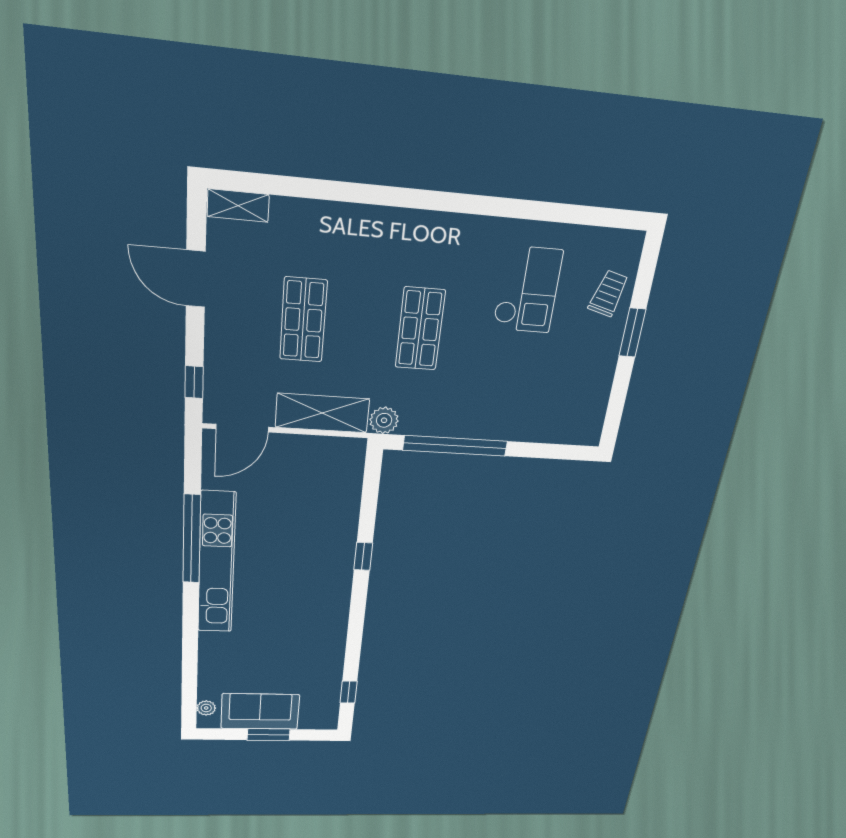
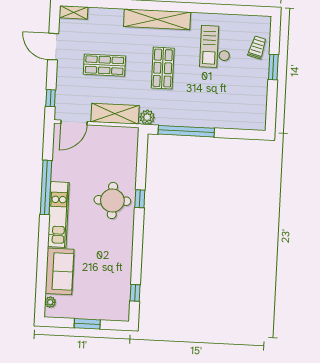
shelving: (416, 228) -> (157, 19), added
checkout: (527, 290) -> (215, 47), turned 180
shop shelf: (303, 320) -> (104, 65), turned 90
round table: (314, 559) -> (112, 200), added
kitchen unit: (216, 563) -> (58, 214), width x0.73
sofa: (260, 712) -> (59, 271), moved, turned 90

